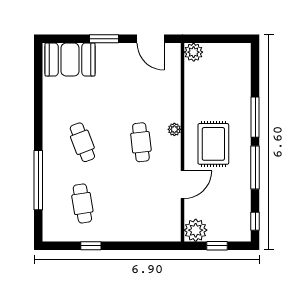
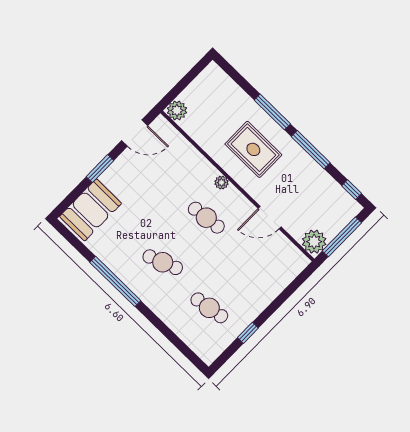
rug: (213, 144) -> (253, 149), moved
window: (38, 180) -> (115, 281), moved
door: (183, 185) -> (270, 218), swing flipped
window: (217, 246) -> (342, 237), width x2.17

